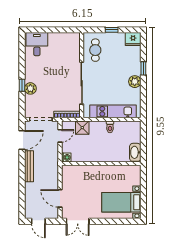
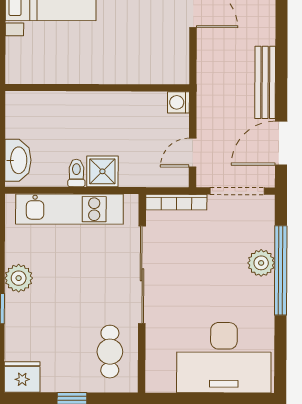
desk: (37, 44) -> (224, 358), width x1.87, depth x1.30
window: (22, 85) -> (281, 270), width x3.17
shower: (82, 128) -> (102, 171), moved
washbasin: (135, 152) -> (18, 160), moved

